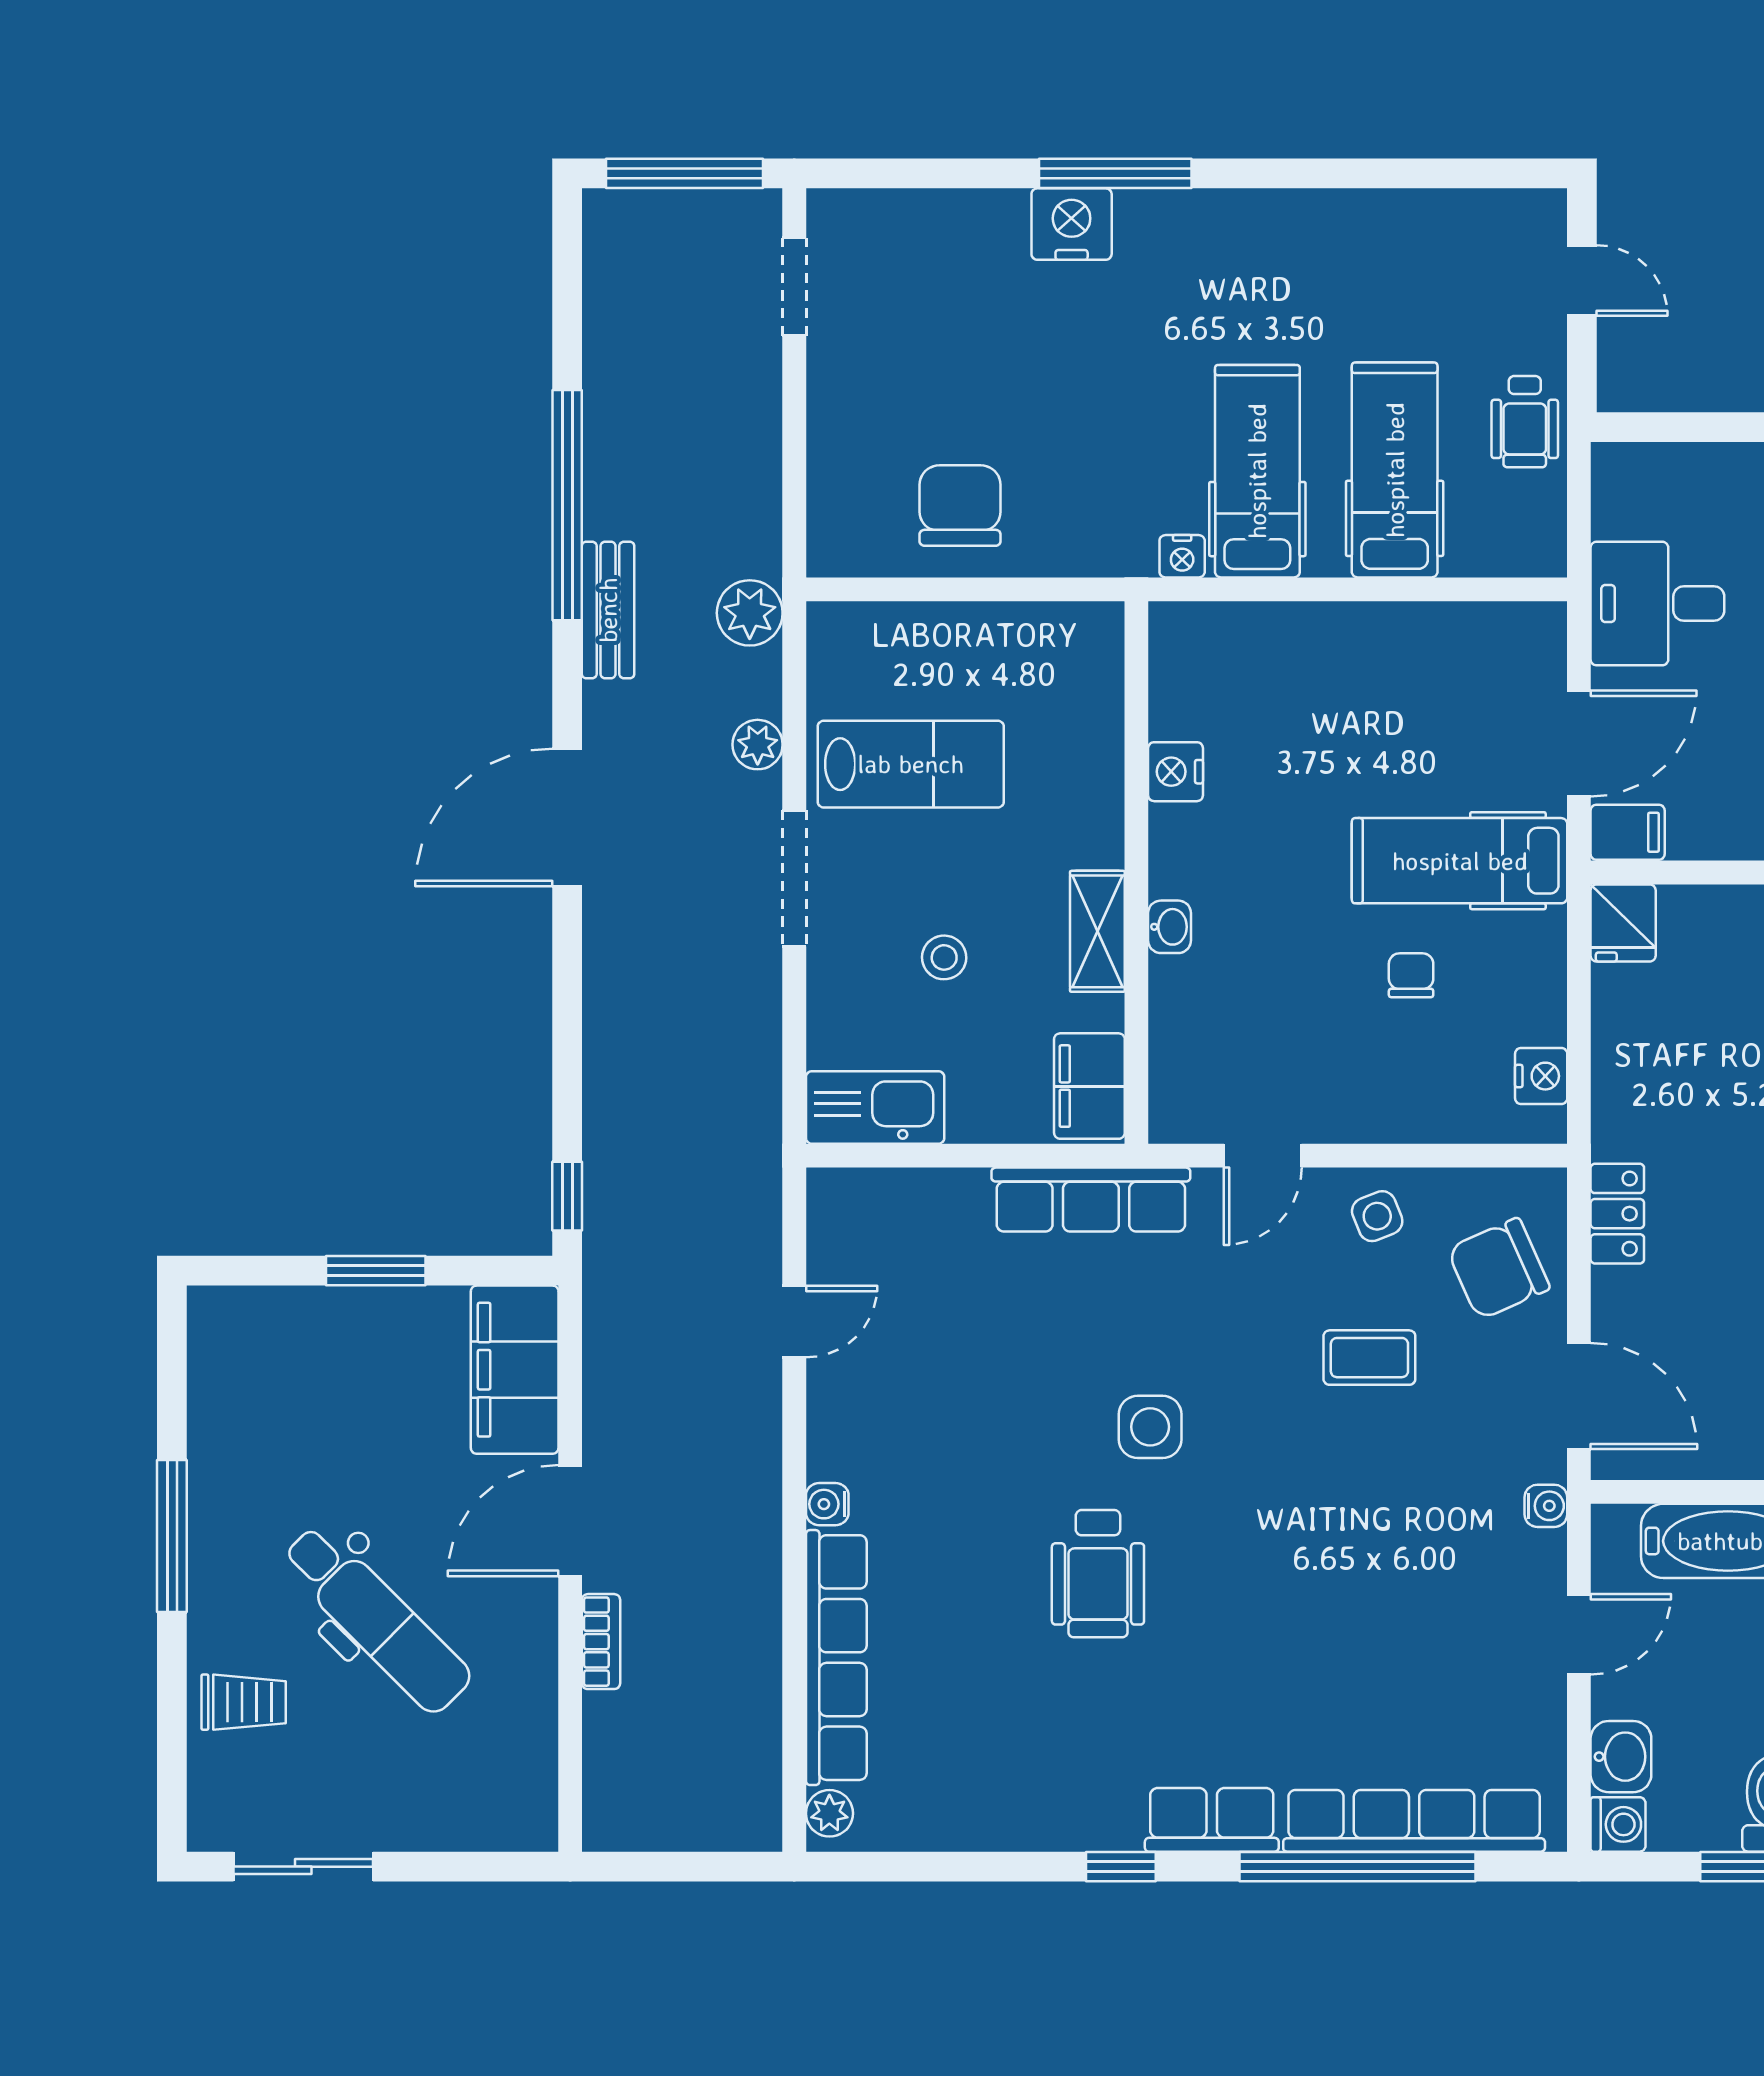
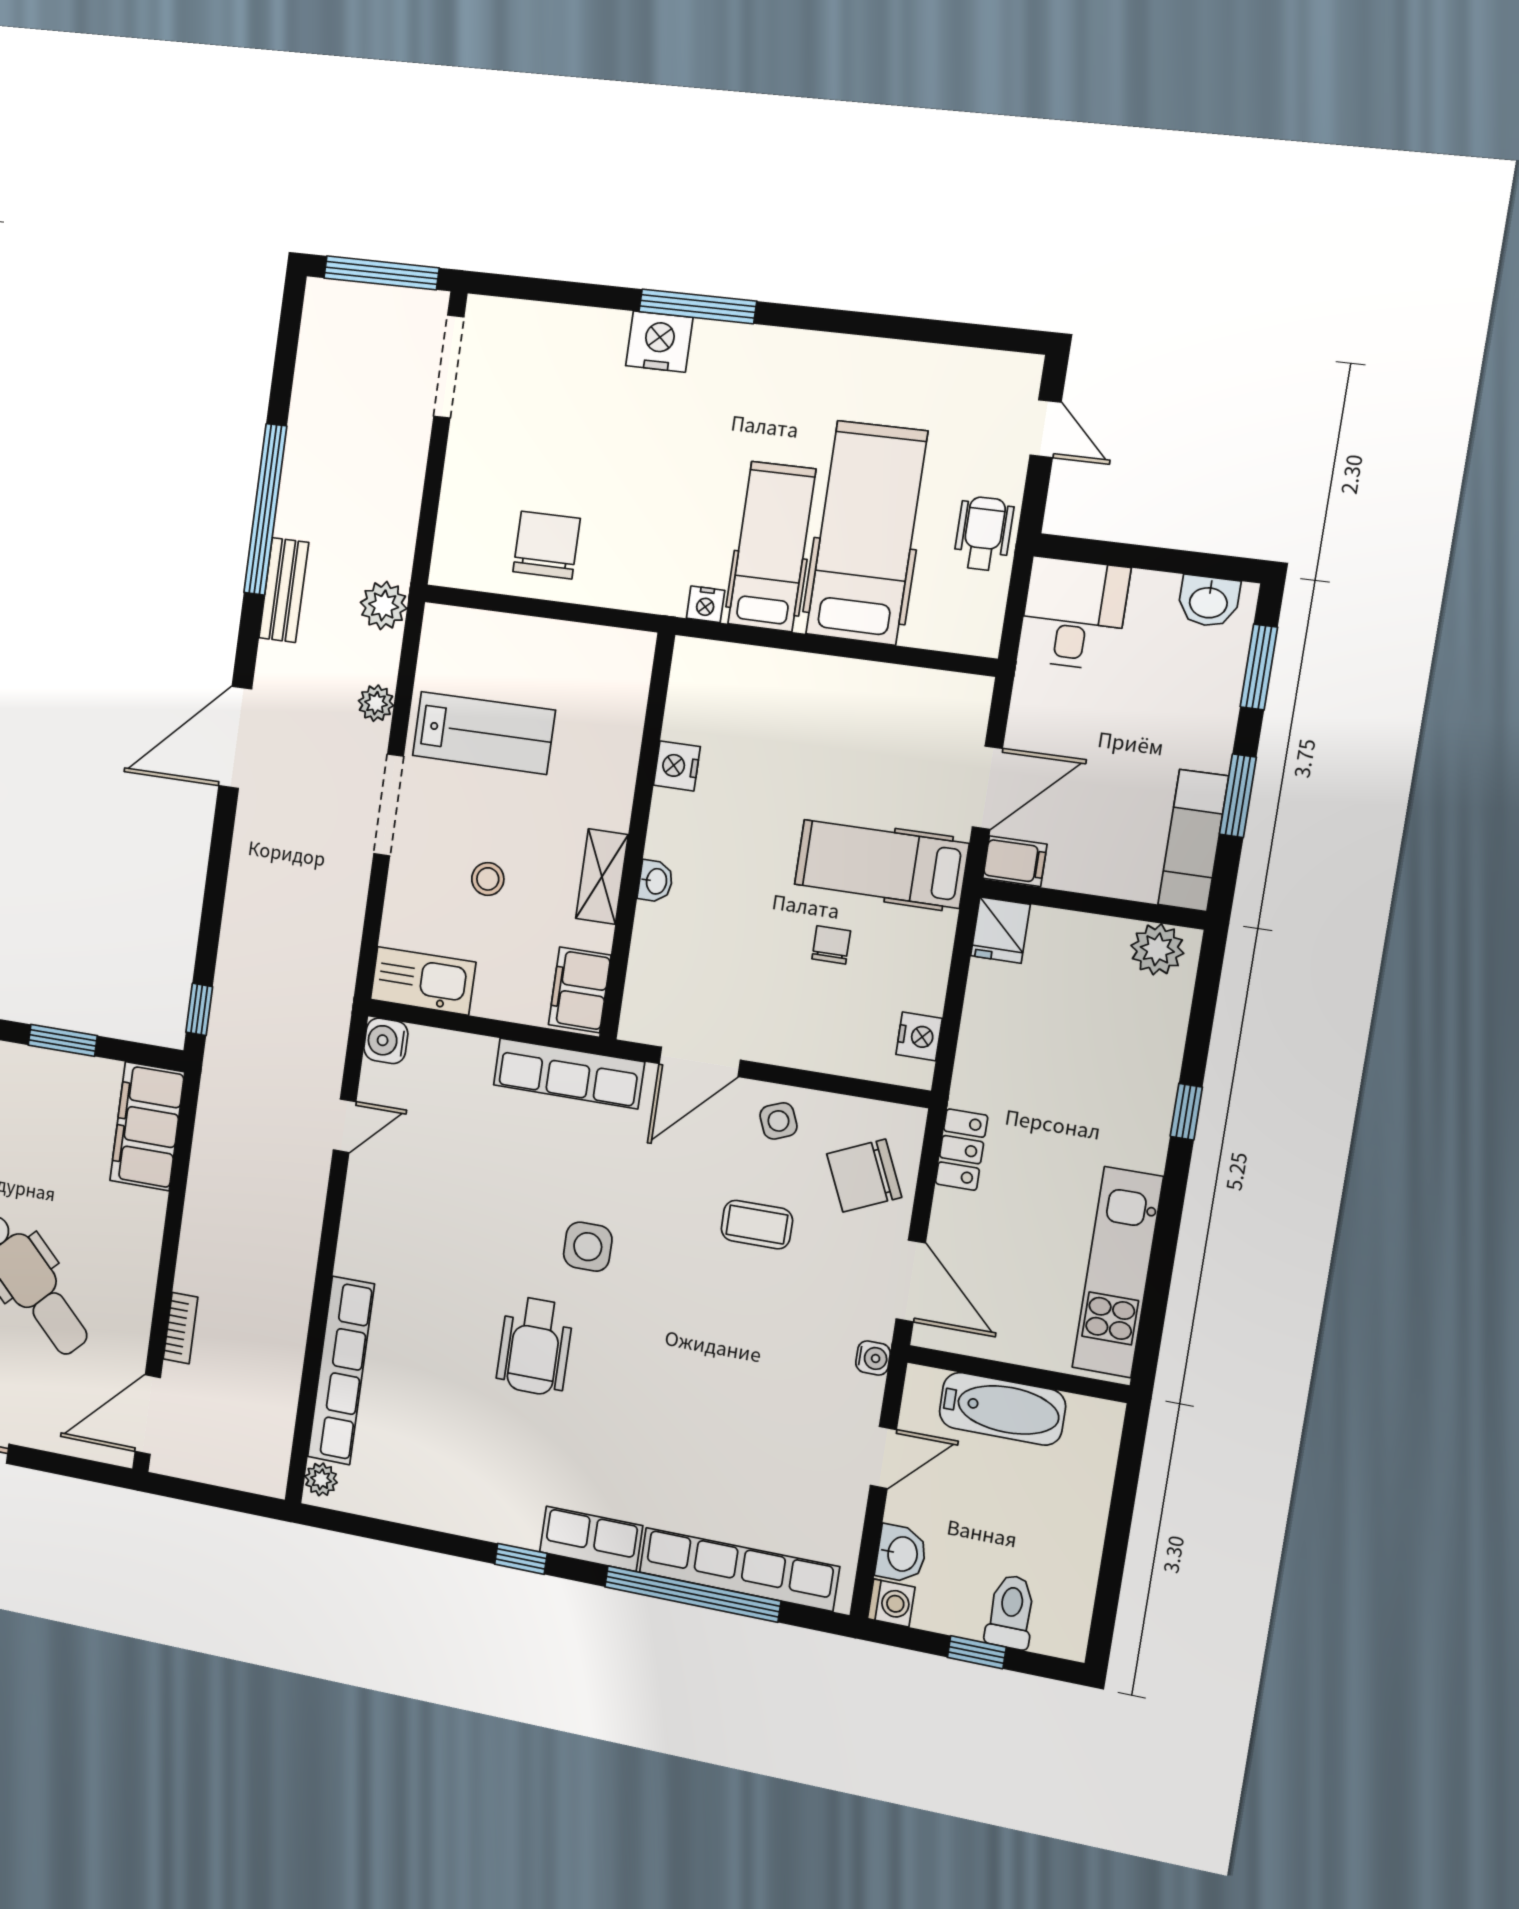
doorway: (794, 287) -> (449, 367), width x1.38
wheelchair: (1525, 422) -> (984, 534), turned 180
hospital bed: (1395, 470) -> (867, 533), width x1.37, depth x1.29
desk: (1657, 604) -> (1074, 614), moved, turned 90
door: (1263, 1156) -> (700, 1062), width x1.38
water cooler: (827, 1504) -> (386, 1041), moved, width x1.38, depth x1.38
door: (570, 1521) -> (148, 1415), moved

